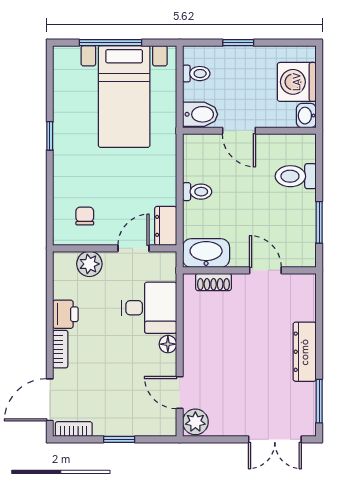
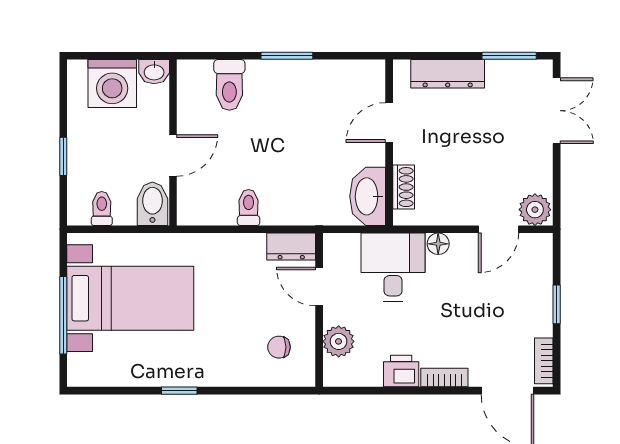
washbasin: (206, 253) -> (368, 196), moved
wall: (249, 270) -> (389, 142), moved
door: (265, 270) -> (389, 123), moved
shoe rack: (214, 282) -> (404, 187), moved

